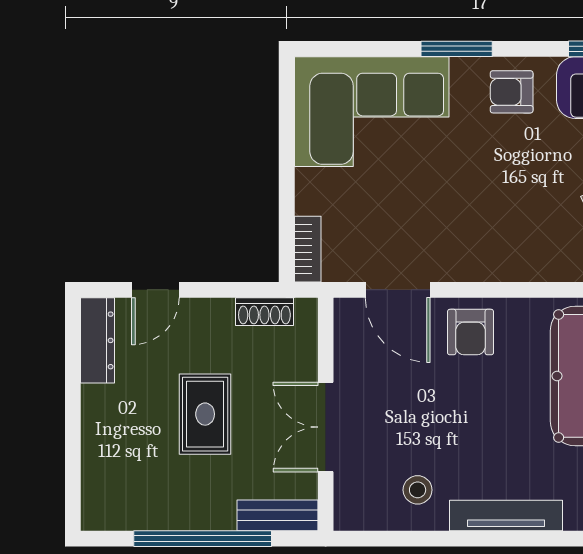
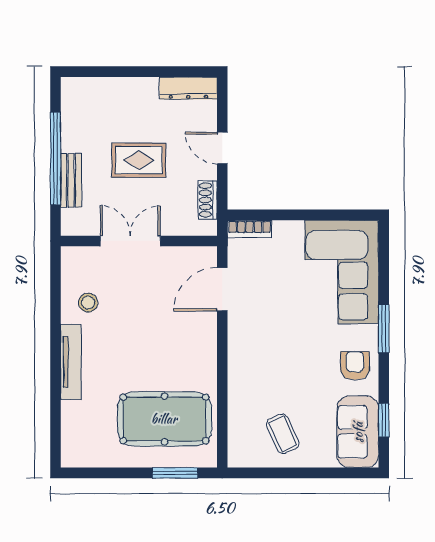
door: (155, 290) -> (222, 148), moved
armchair: (471, 332) -> (194, 338), removed
bench: (278, 515) -> (71, 180), moved

